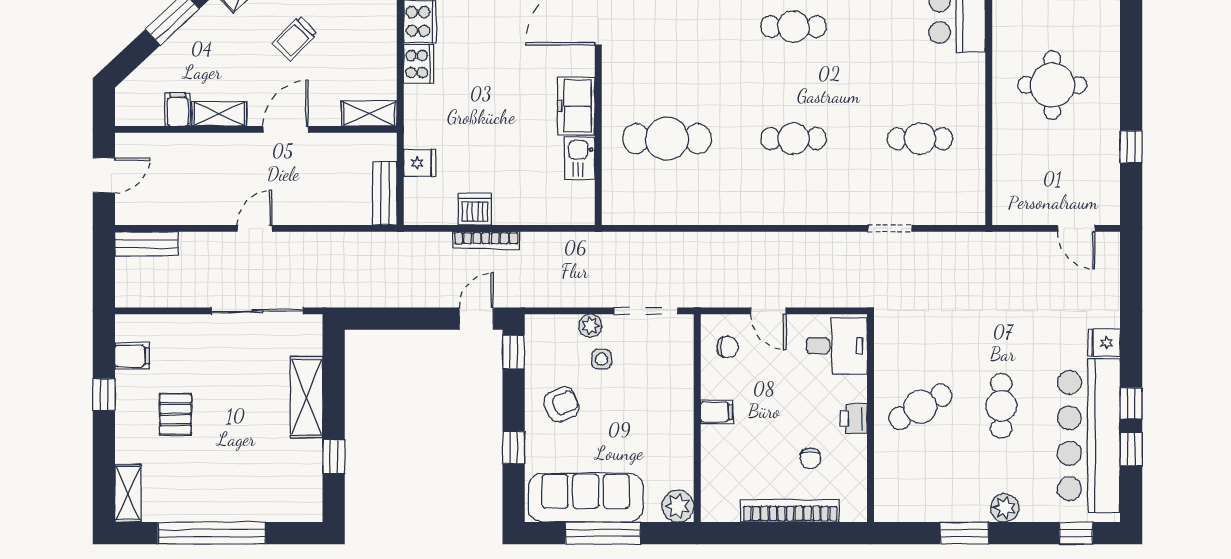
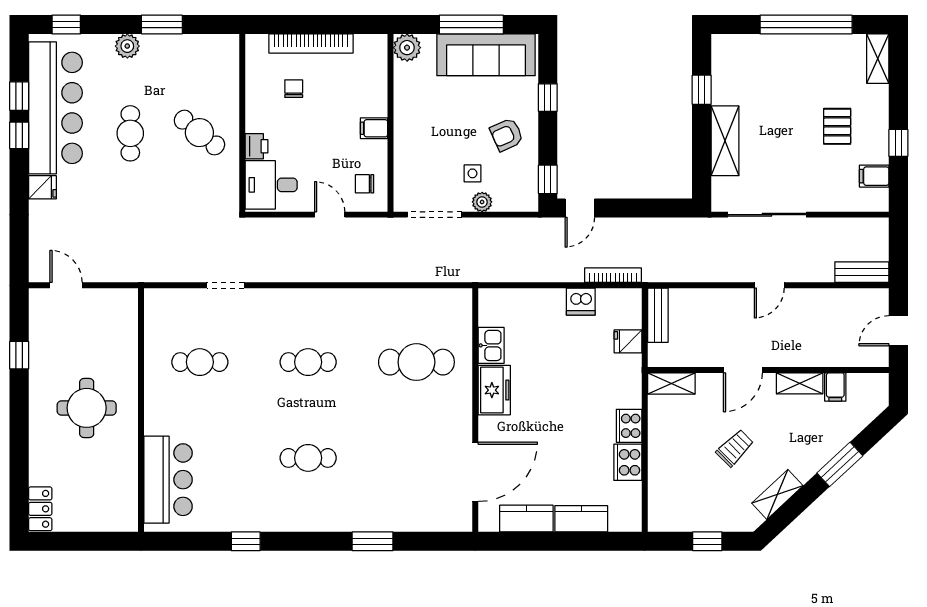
bookcase: (486, 240) -> (613, 275), moved
cafe table: (920, 407) -> (199, 133), turned 68
printer: (854, 419) -> (257, 146), moved

